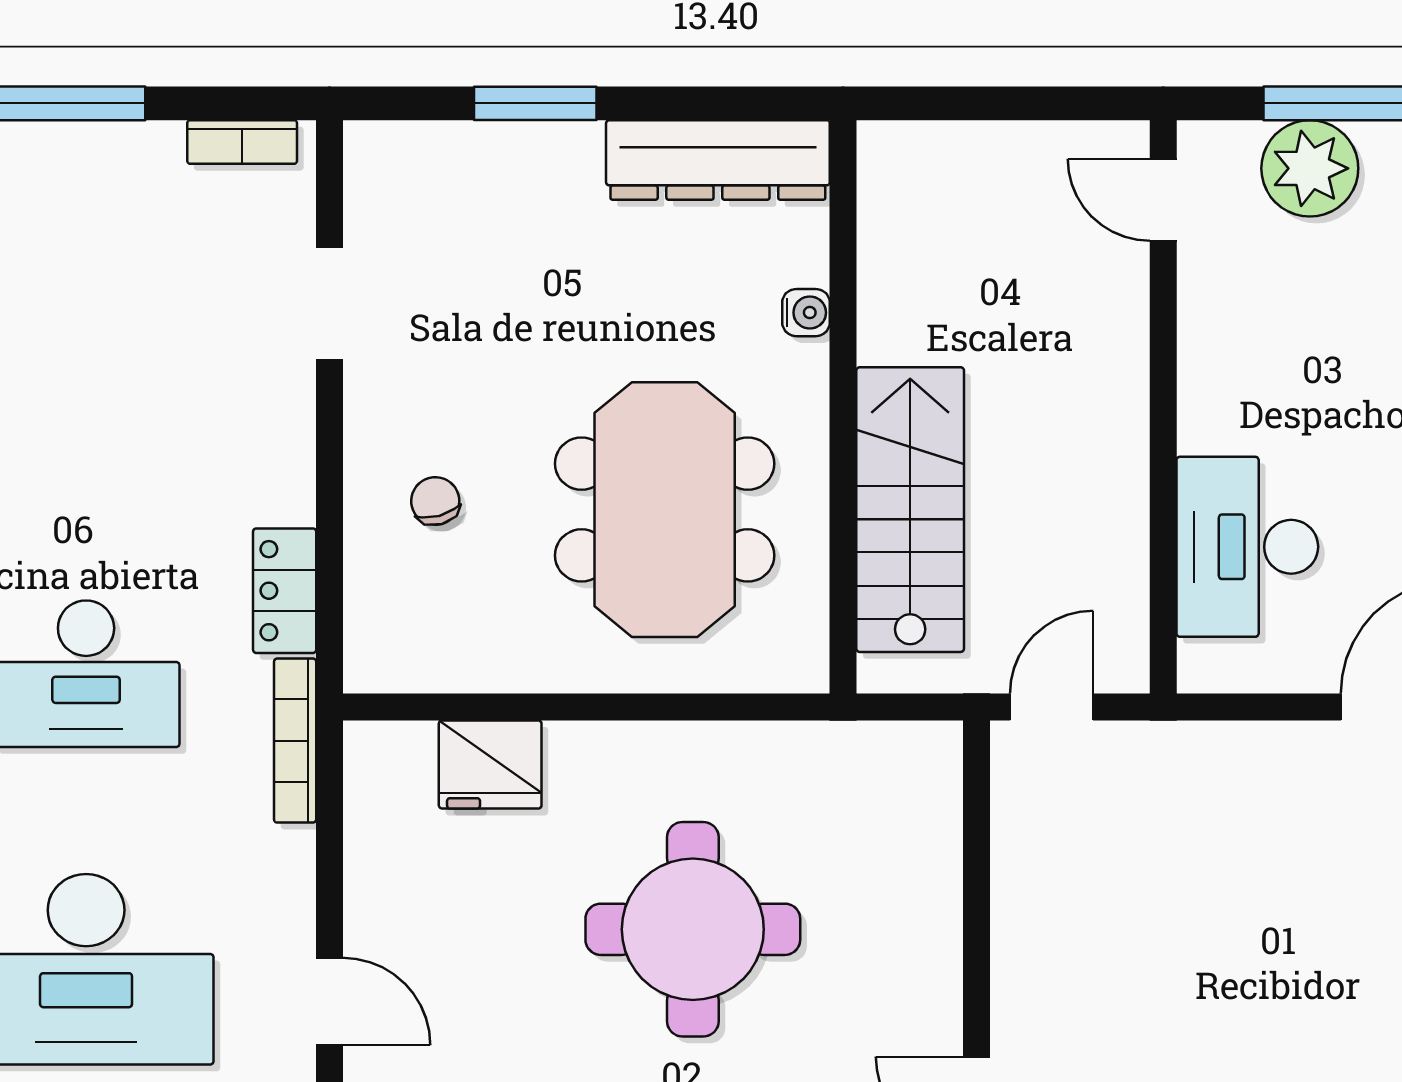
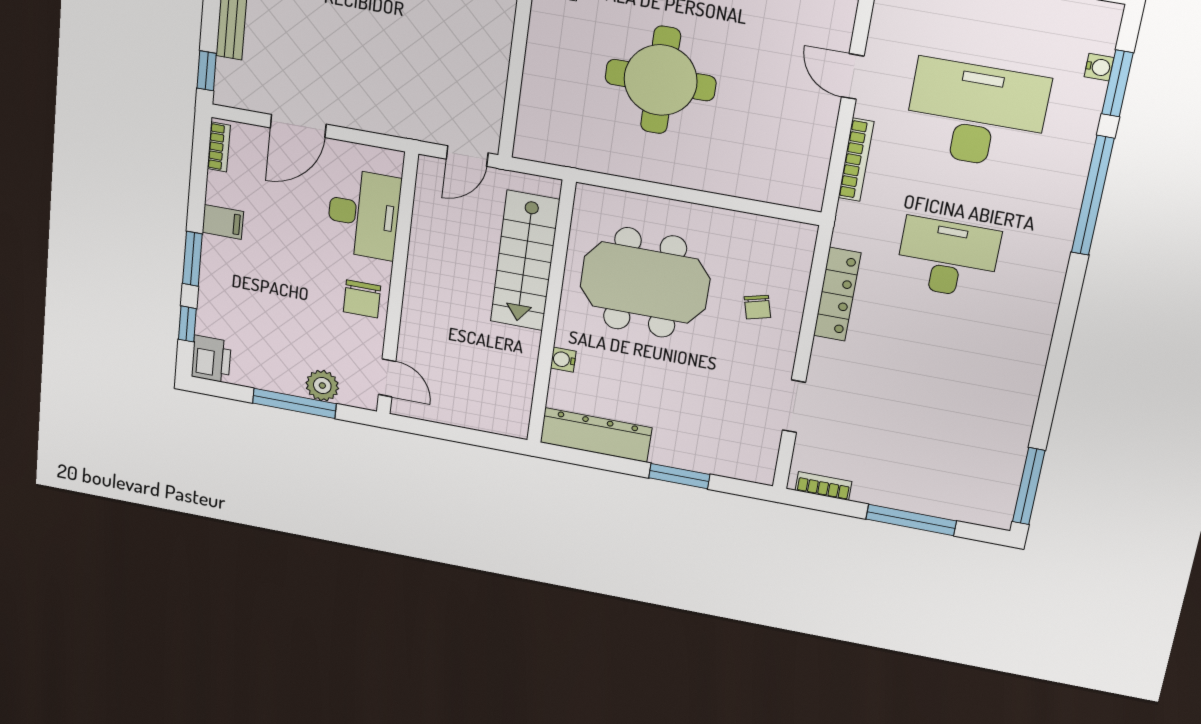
plant: (1310, 168) -> (322, 386), width x0.73, depth x0.73
chair: (1233, 364) -> (362, 299), added
meeting table: (665, 510) -> (645, 283), turned 90
locker: (285, 591) -> (837, 294), width x1.53
bookcase: (295, 741) -> (856, 160), moved
fridge: (490, 765) -> (751, 178), removed

